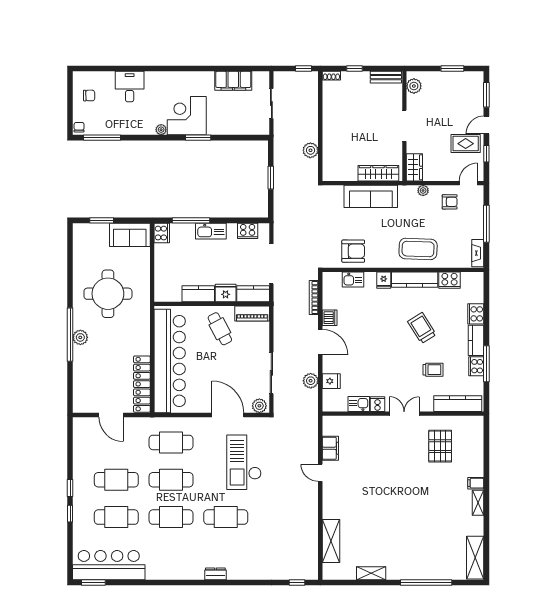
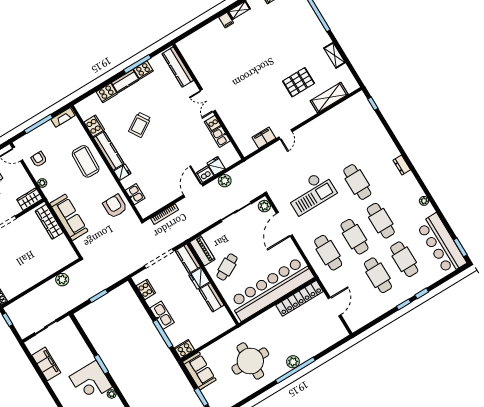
dishwasher: (330, 318) -> (205, 174), moved
trolley: (433, 370) -> (164, 99), removed
pallet: (440, 446) -> (299, 82), moved
plant: (164, 574) -> (424, 201), added

